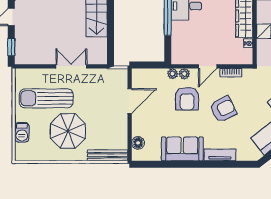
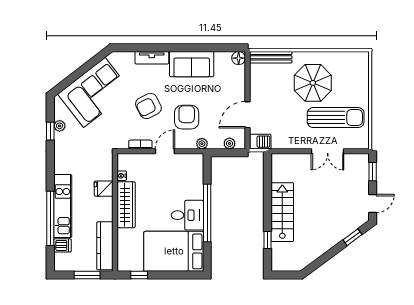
double door: (71, 66) -> (328, 151), moved
plant: (184, 74) -> (230, 143), moved
barbecue: (22, 132) -> (260, 142), moved, turned 90
floor lamp: (138, 143) -> (239, 58), moved

